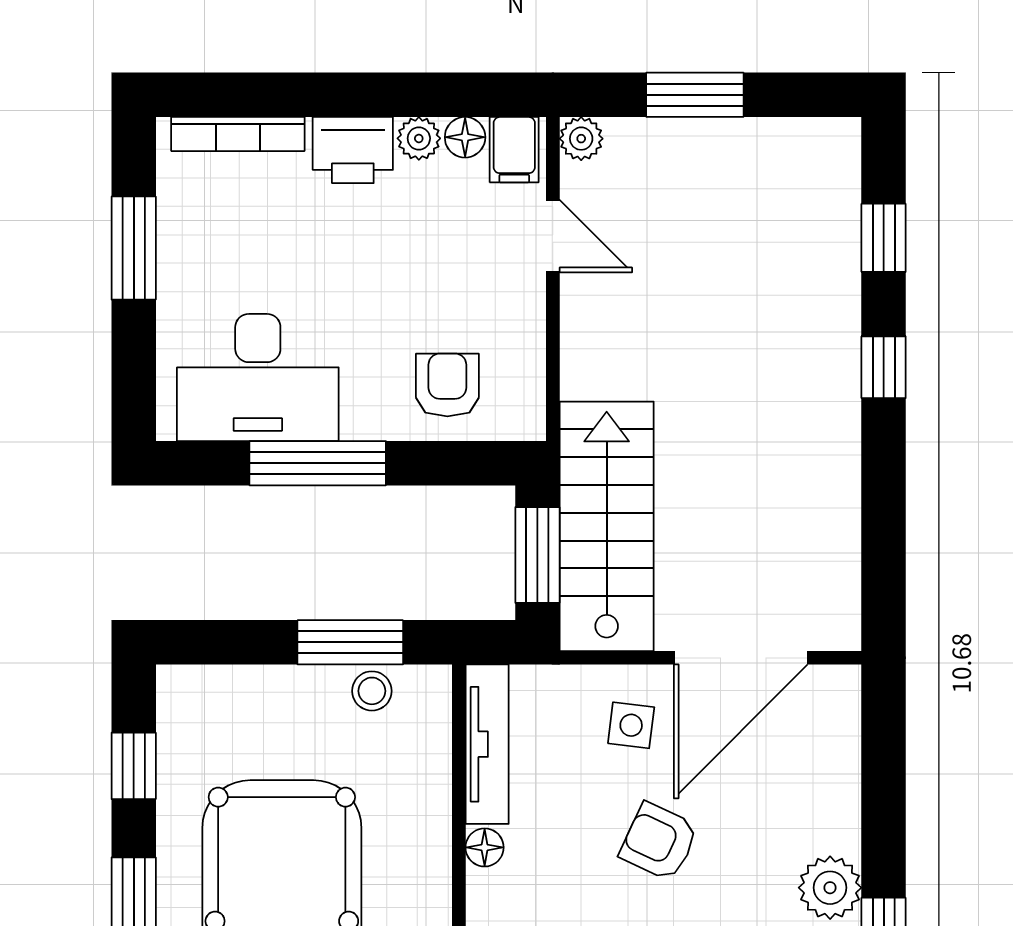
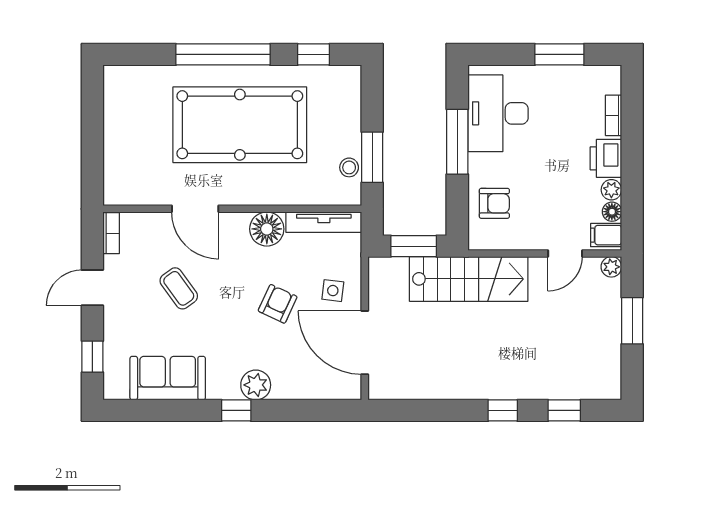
bookcase: (238, 134) -> (614, 115), width x0.64
stairs: (607, 526) -> (469, 279), moved
floor lamp: (485, 847) -> (267, 229), width x1.89, depth x1.89

